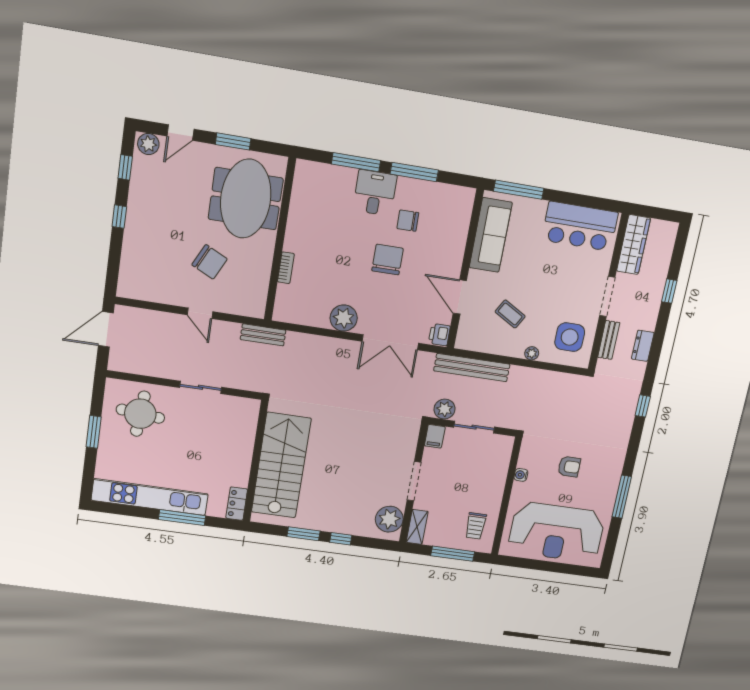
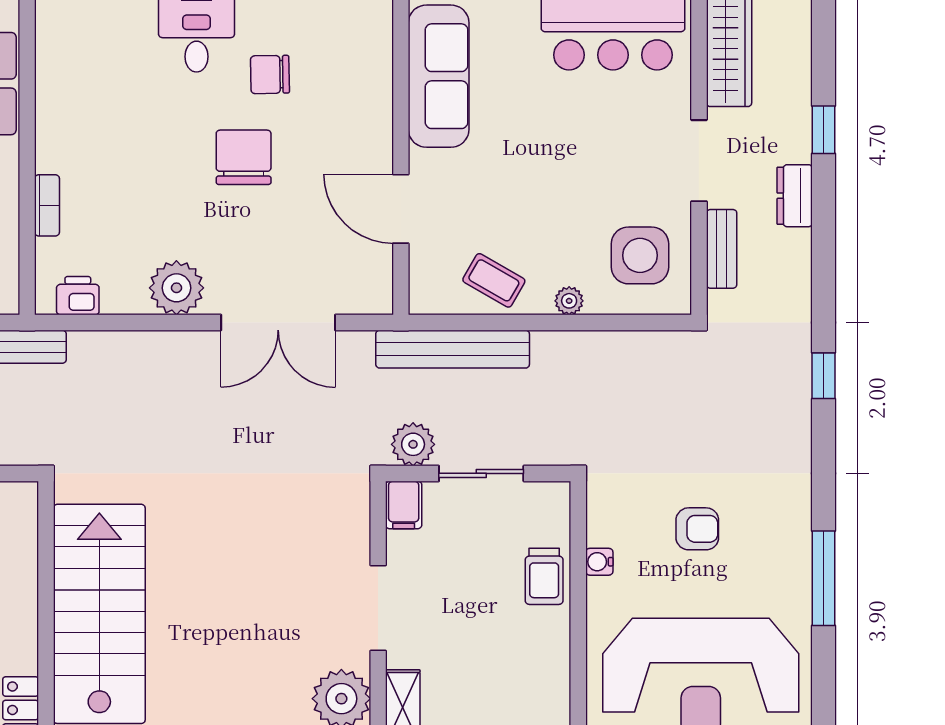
coffee table: (510, 314) -> (494, 280), moved
printer: (439, 335) -> (78, 296), moved, turned 90
dresser: (643, 346) -> (795, 196), moved
trolley: (476, 526) -> (544, 576), moved

